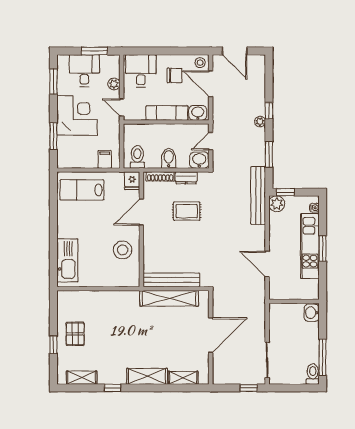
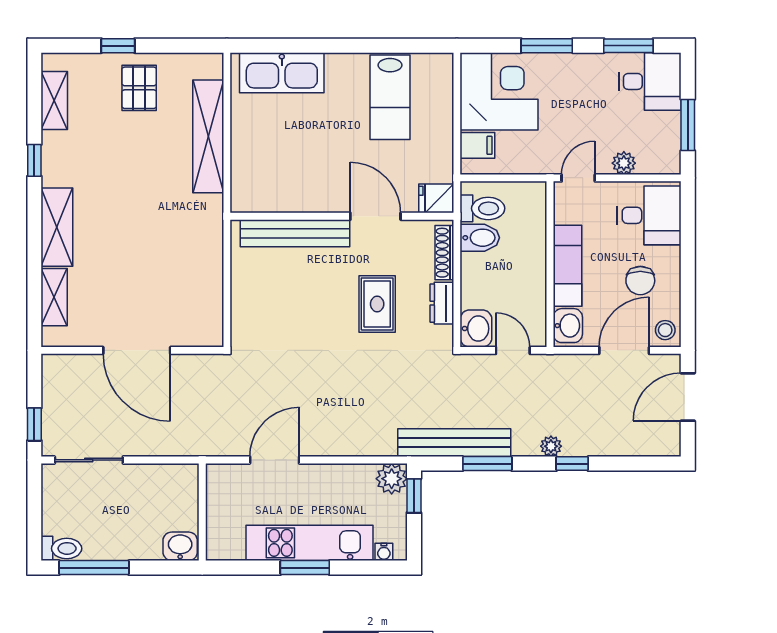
desk: (84, 71) -> (650, 81), moved
corner desk: (77, 115) -> (499, 91), moved, turned -90
window: (53, 136) -> (547, 46), moved
bidet: (169, 158) -> (480, 238), moved
lab bench: (82, 190) -> (390, 97), moved, turned 180
bench: (258, 195) -> (454, 443), moved
stool: (123, 250) -> (302, 180), removed
bench: (171, 280) -> (295, 233), moved, turned 90
shelving: (169, 298) -> (208, 136), moved
pallet: (75, 334) -> (139, 88), turned 90

